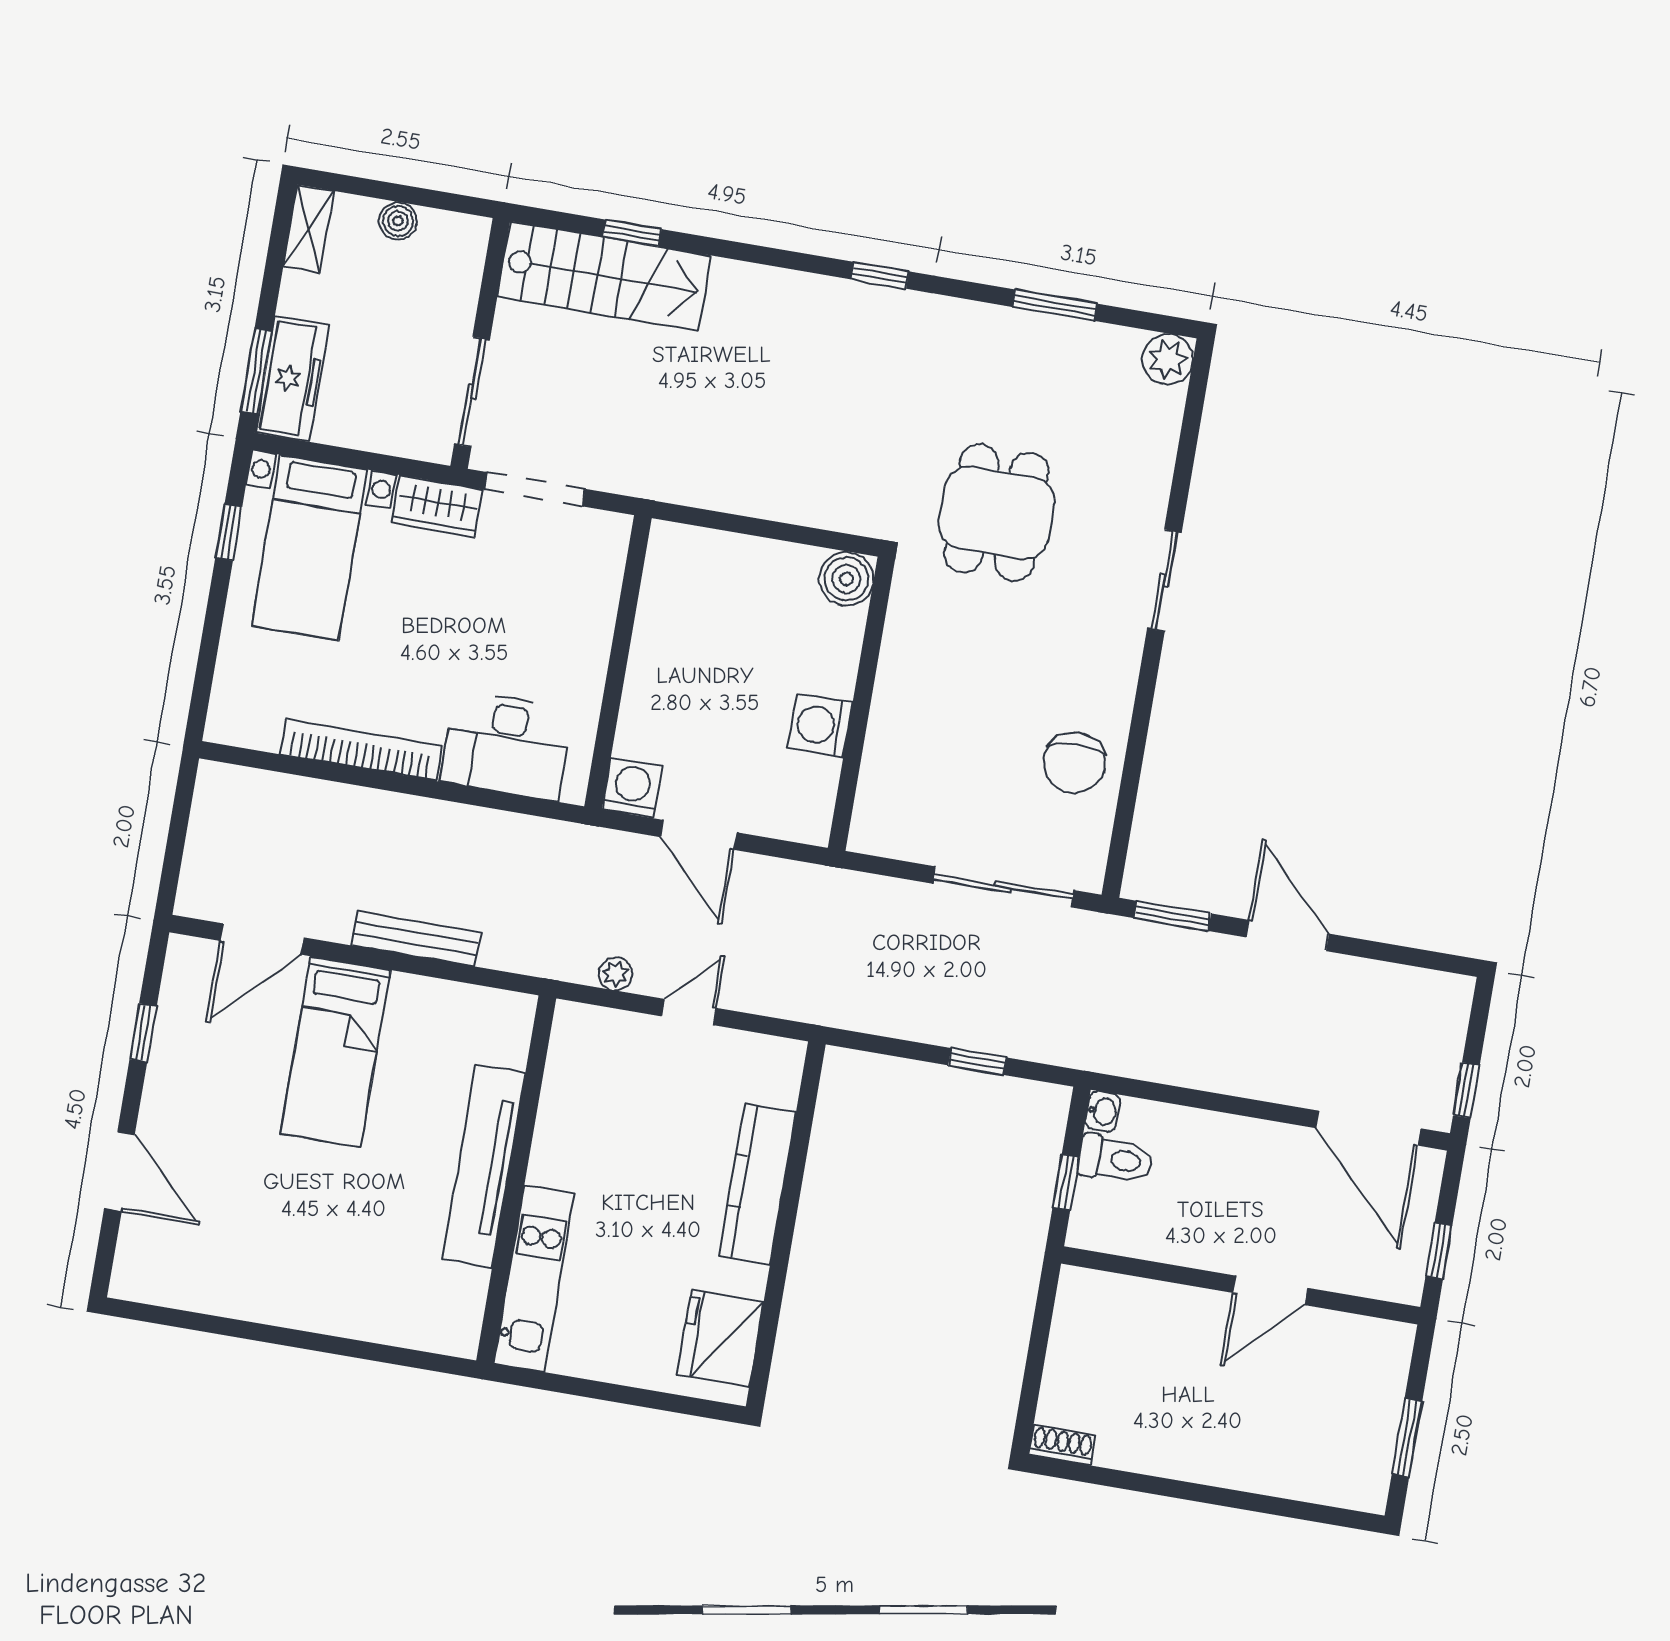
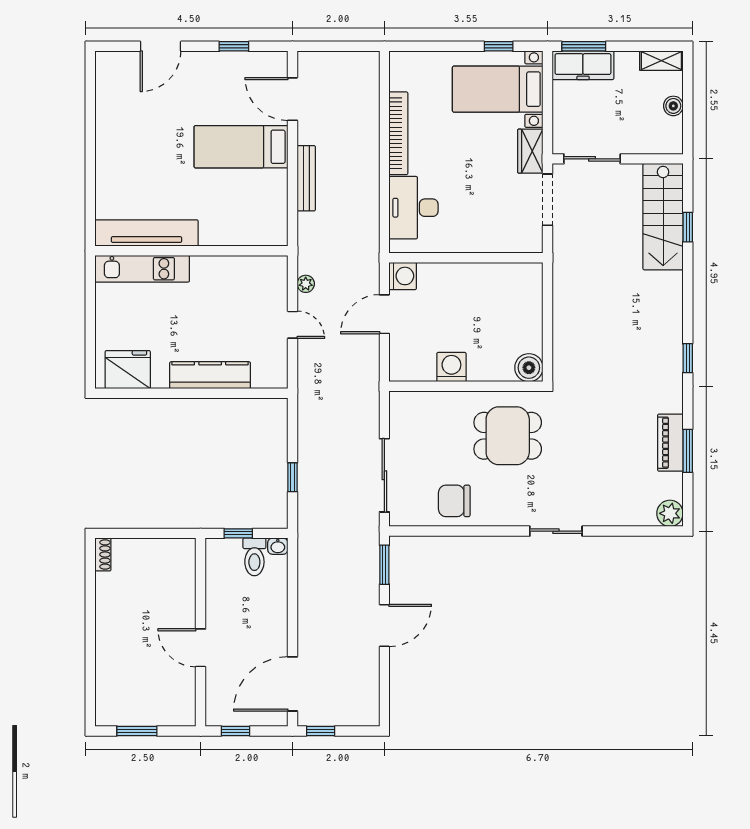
piano: (1034, 335) -> (670, 443), added
dining table: (997, 513) -> (508, 436), moved
tv unit: (484, 1166) -> (147, 233), moved

